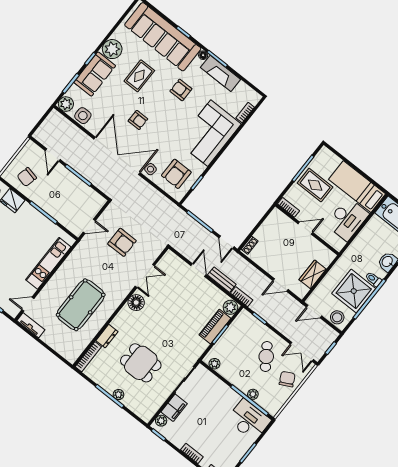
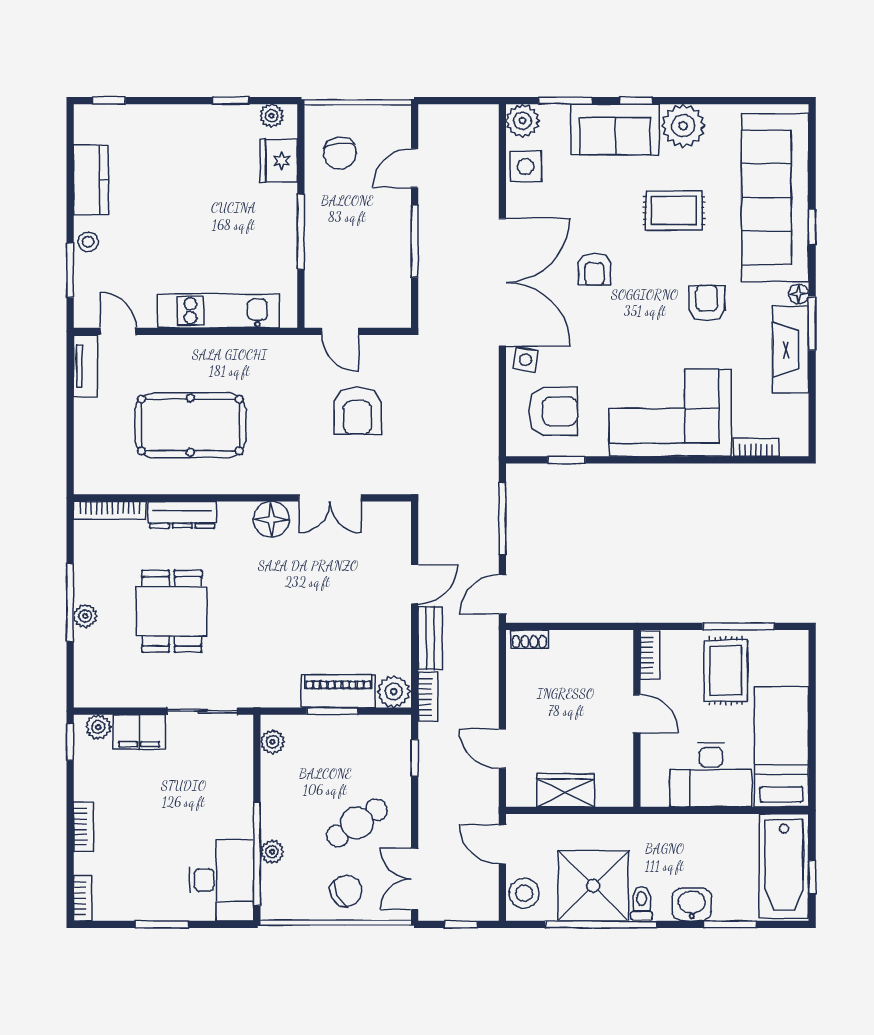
armchair: (176, 174) -> (553, 411), turned 180
chair: (27, 177) -> (340, 153), turned -110
dresser: (107, 336) -> (182, 515), width x1.44

